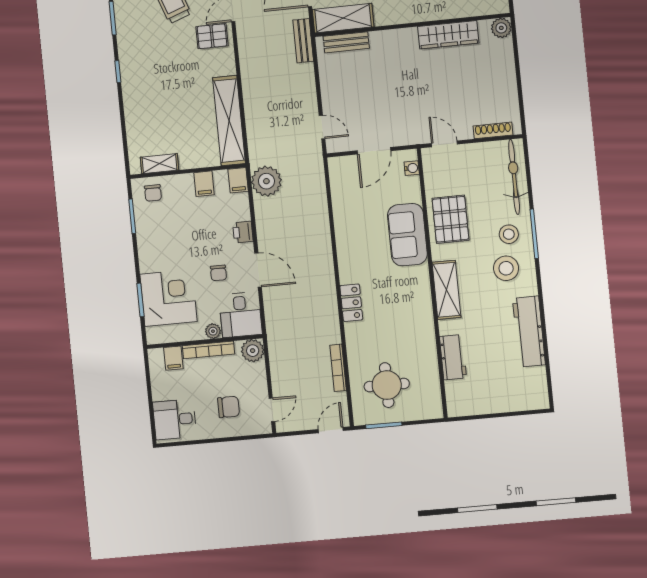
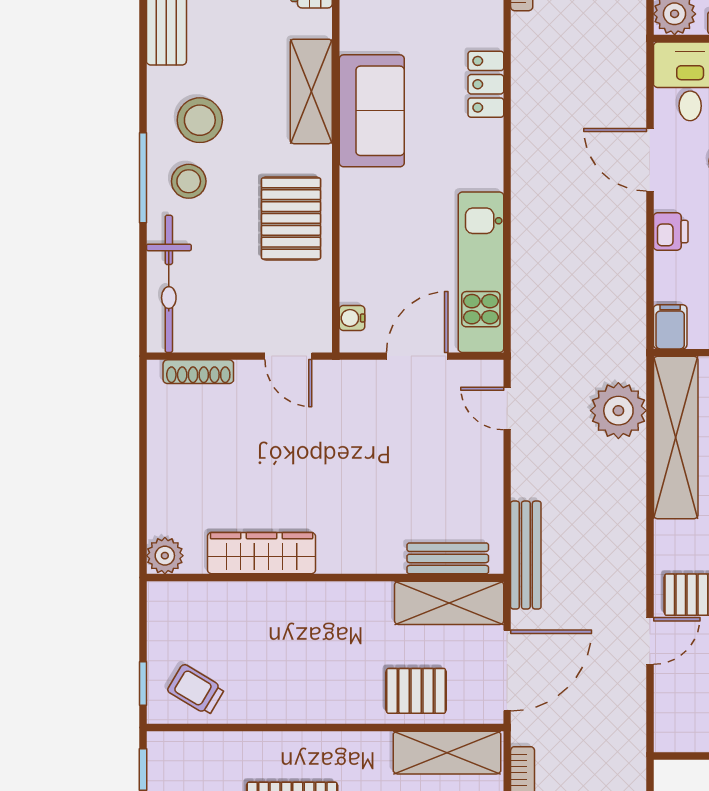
bench: (303, 41) -> (526, 555), width x1.36
plant: (266, 181) -> (618, 411), moved
kitchen unit: (344, 200) -> (481, 272), added
sofa: (407, 235) -> (372, 111), moved

